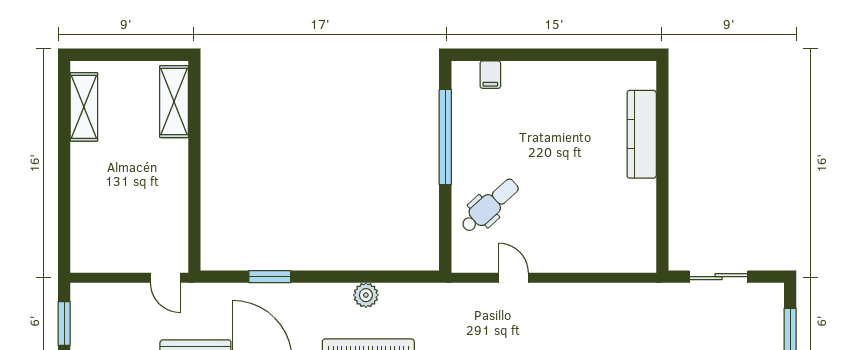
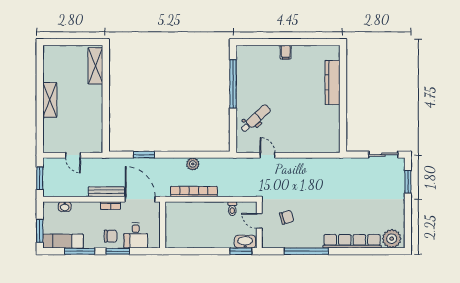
filing cabinet: (490, 75) -> (286, 52), moved
shelving: (84, 107) -> (50, 100), moved
sliding door: (719, 277) -> (383, 155), moved
door: (165, 278) -> (73, 155), moved

